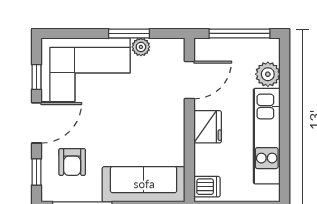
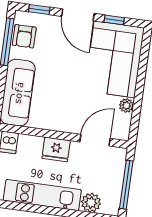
window: (129, 33) -> (138, 98), removed
door: (189, 80) -> (95, 140), swing flipped
armchair: (72, 162) -> (24, 36), moved, turned -90

